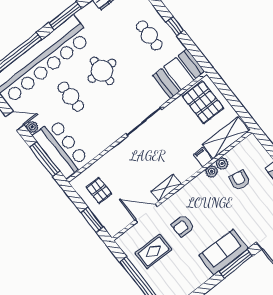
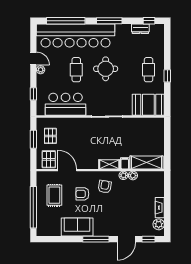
pallet: (203, 102) -> (49, 159), moved, width x0.67, depth x0.71
bar counter: (61, 148) -> (66, 104), moved, turned -90
window: (45, 159) -> (33, 94), width x0.46
armchair: (240, 180) -> (105, 187), moved
shelving: (166, 188) -> (109, 164), moved
window: (92, 220) -> (33, 139), moved
rug: (153, 251) -> (54, 195), turned 90
sofa: (224, 252) -> (77, 227), moved

